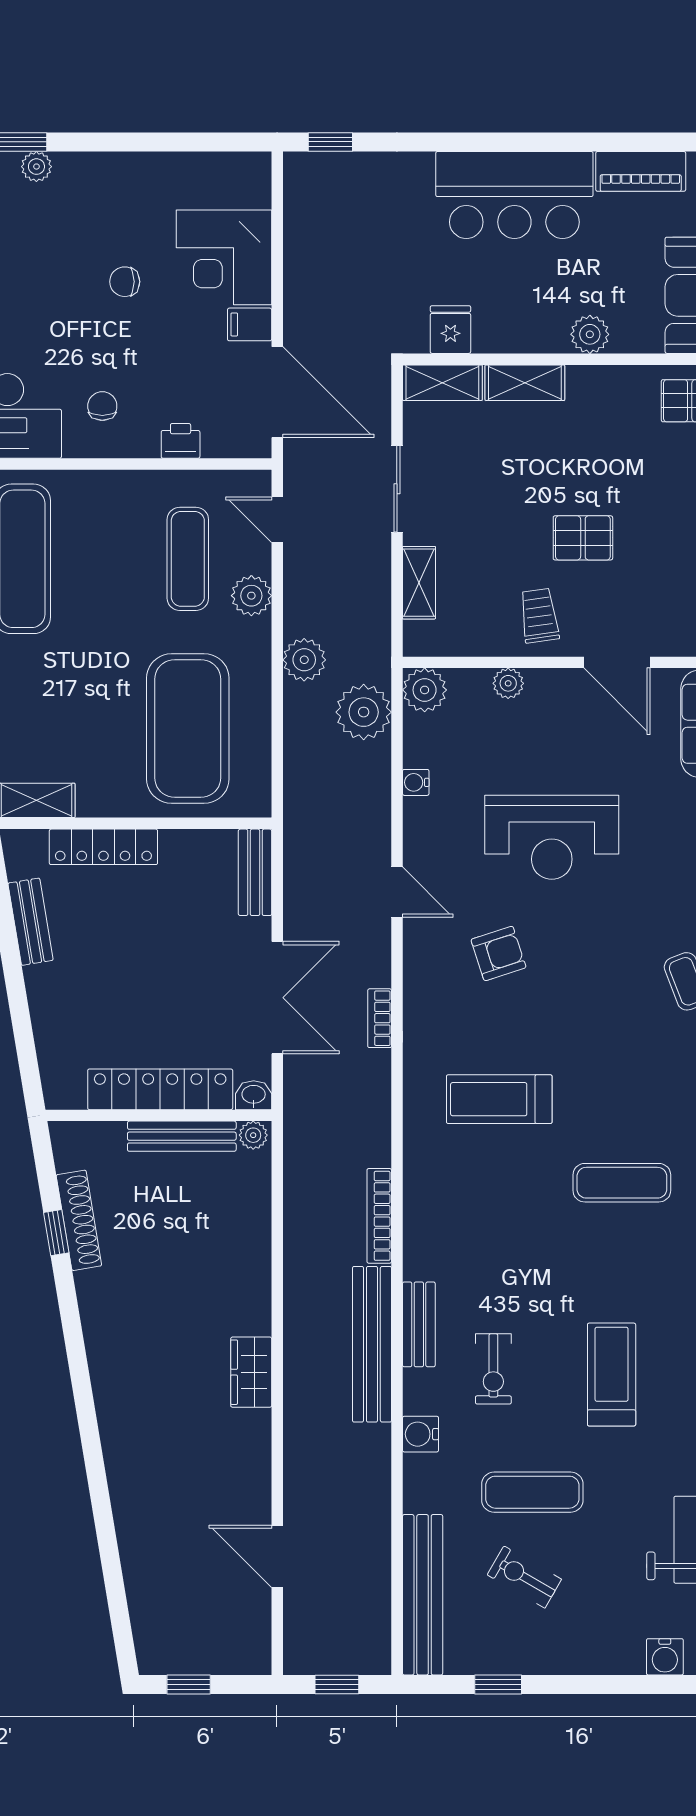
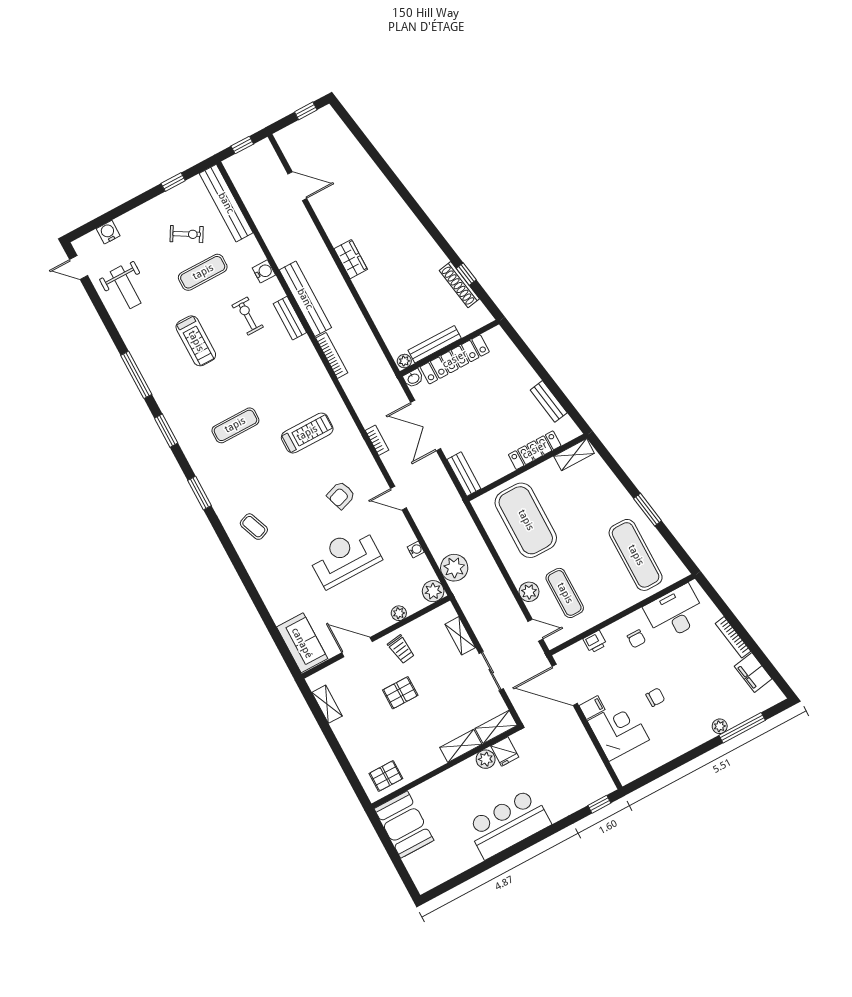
piano: (641, 171) -> (460, 863), removed
plant: (590, 334) -> (486, 759), moved
plant: (304, 660) -> (492, 576), removed

